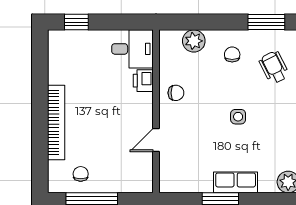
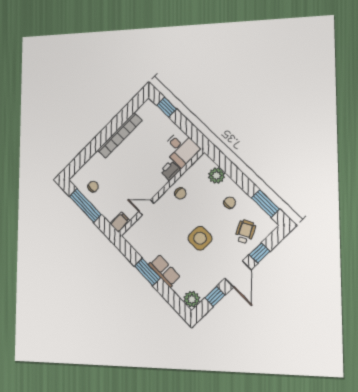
side table: (238, 117) -> (200, 238), width x1.87, depth x1.87
bookcase: (56, 122) -> (120, 135), moved
filing cabinet: (144, 181) -> (120, 222), added

